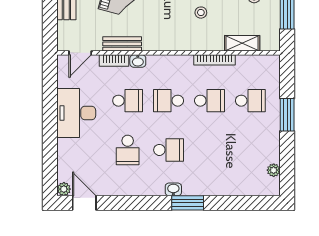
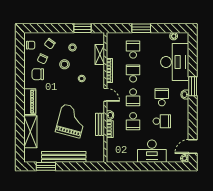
door: (80, 53) -> (105, 95), moved
school desk: (128, 101) -> (133, 121), turned 180
desk: (76, 113) -> (152, 151), moved
desk: (229, 172) -> (175, 62), added

